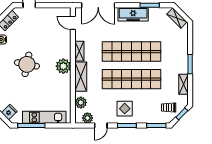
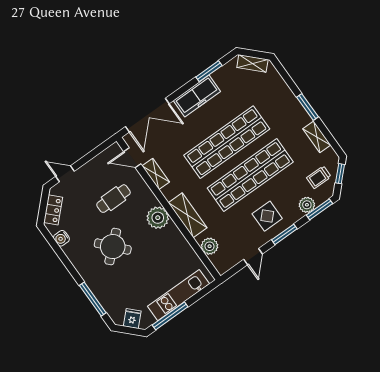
cafe table: (46, 38) -> (114, 199), added
shelving: (79, 51) -> (156, 174), moved
round table: (27, 64) -> (113, 247), turned 37
plant: (87, 118) -> (307, 205), moved

